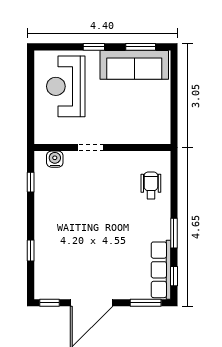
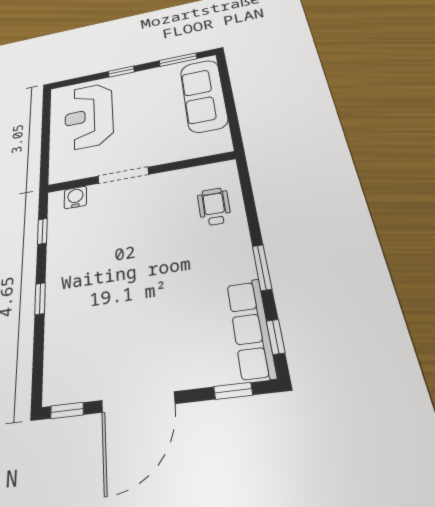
sofa: (134, 65) -> (204, 95), moved, turned 90
doorway: (90, 148) -> (123, 175), width x1.38
window: (31, 251) -> (40, 299), moved
window: (146, 303) -> (233, 391), width x0.67

